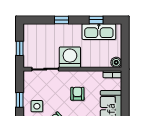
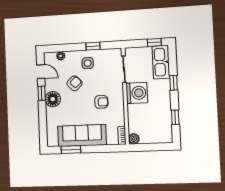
kitchen sink: (99, 32) -> (161, 62), moved
window: (20, 48) -> (154, 42), moved

